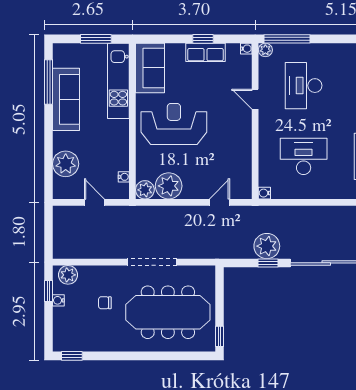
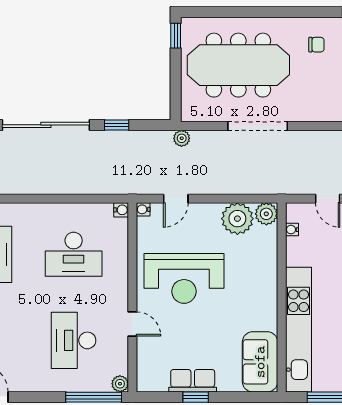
water cooler: (246, 49) -> (143, 209), moved
kitchen unit: (118, 81) -> (299, 330), width x1.36
desk: (304, 86) -> (74, 340), turned 180
reception desk: (174, 124) -> (184, 278), moved
plant: (267, 246) -> (182, 138), moved, width x0.53, depth x0.53
chair: (105, 303) -> (316, 45), moved

